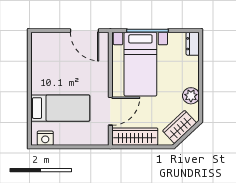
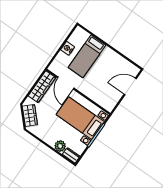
door: (84, 31) -> (130, 87), moved
plant: (191, 96) -> (60, 146), moved
nightstand: (45, 138) -> (68, 48), moved

